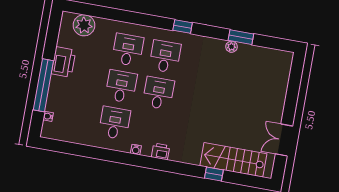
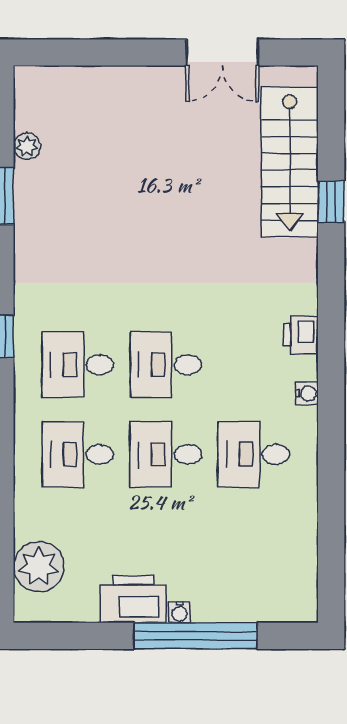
plant: (231, 47) -> (27, 146), moved
water cooler: (48, 116) -> (179, 612), moved

